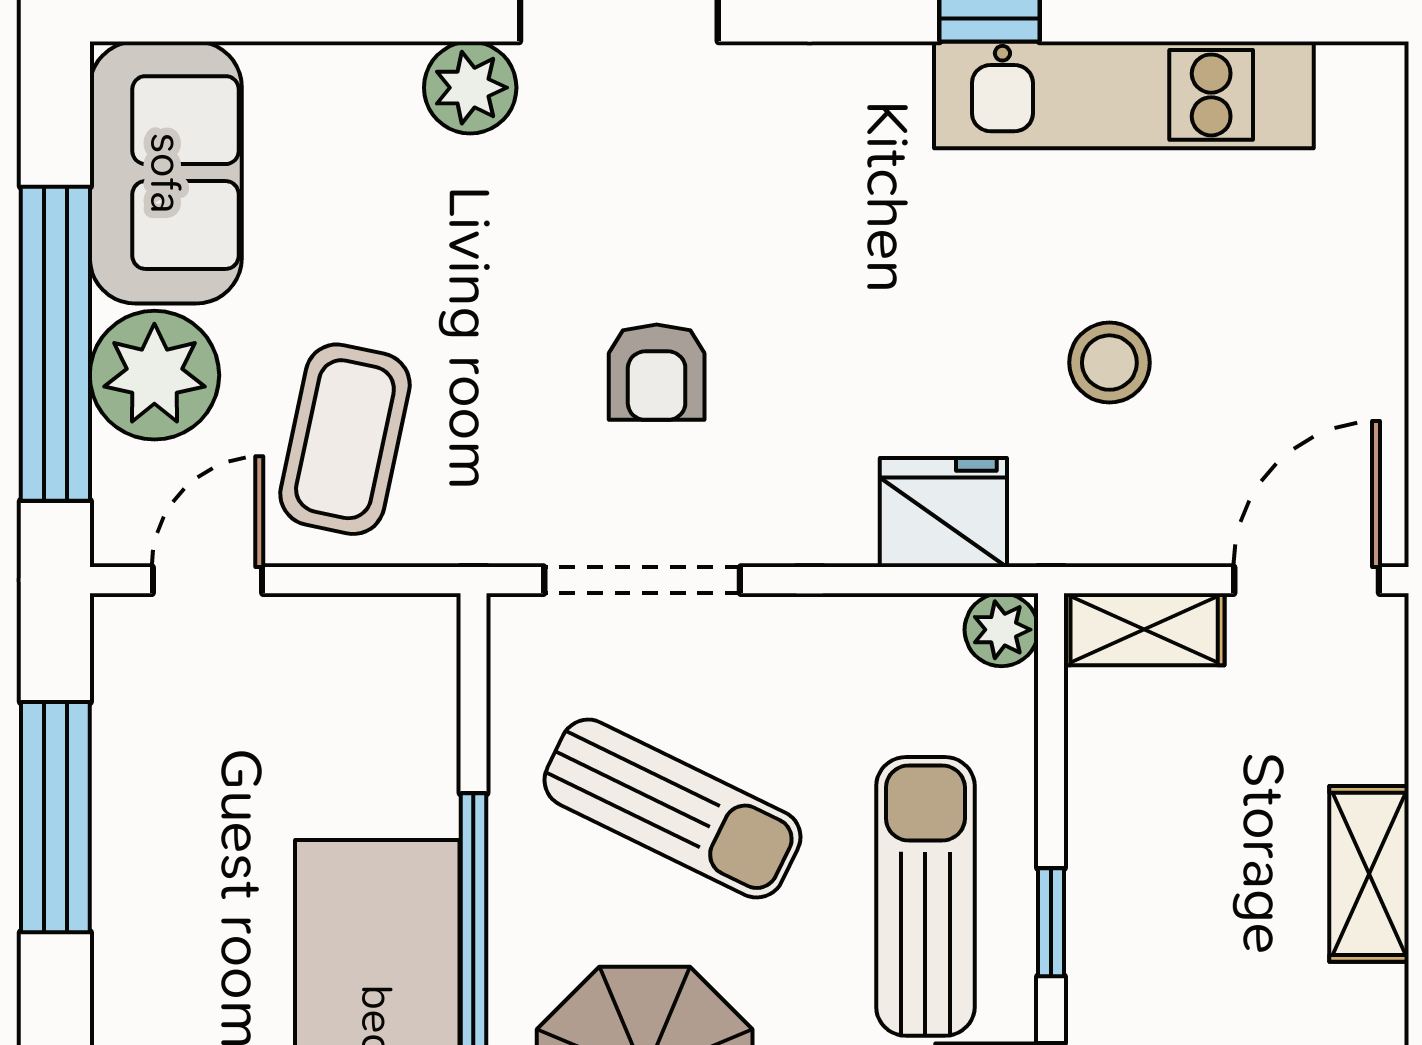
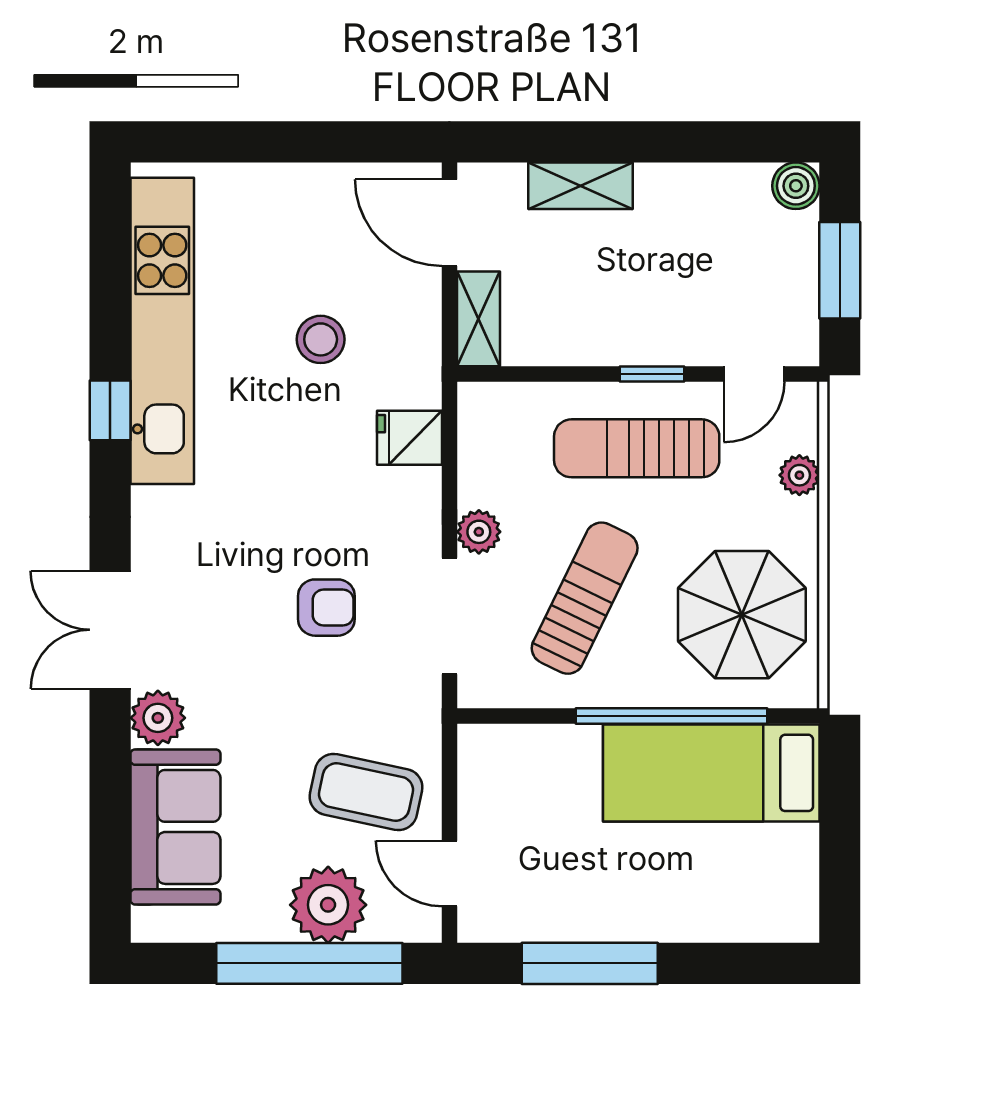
kitchen unit: (1124, 95) -> (162, 331), width x1.36
sofa: (166, 173) -> (175, 827), moved, turned 90
fridge: (943, 513) -> (409, 438), width x0.72
plant: (1001, 630) -> (479, 532), moved
shelving: (1369, 874) -> (581, 186), moved

